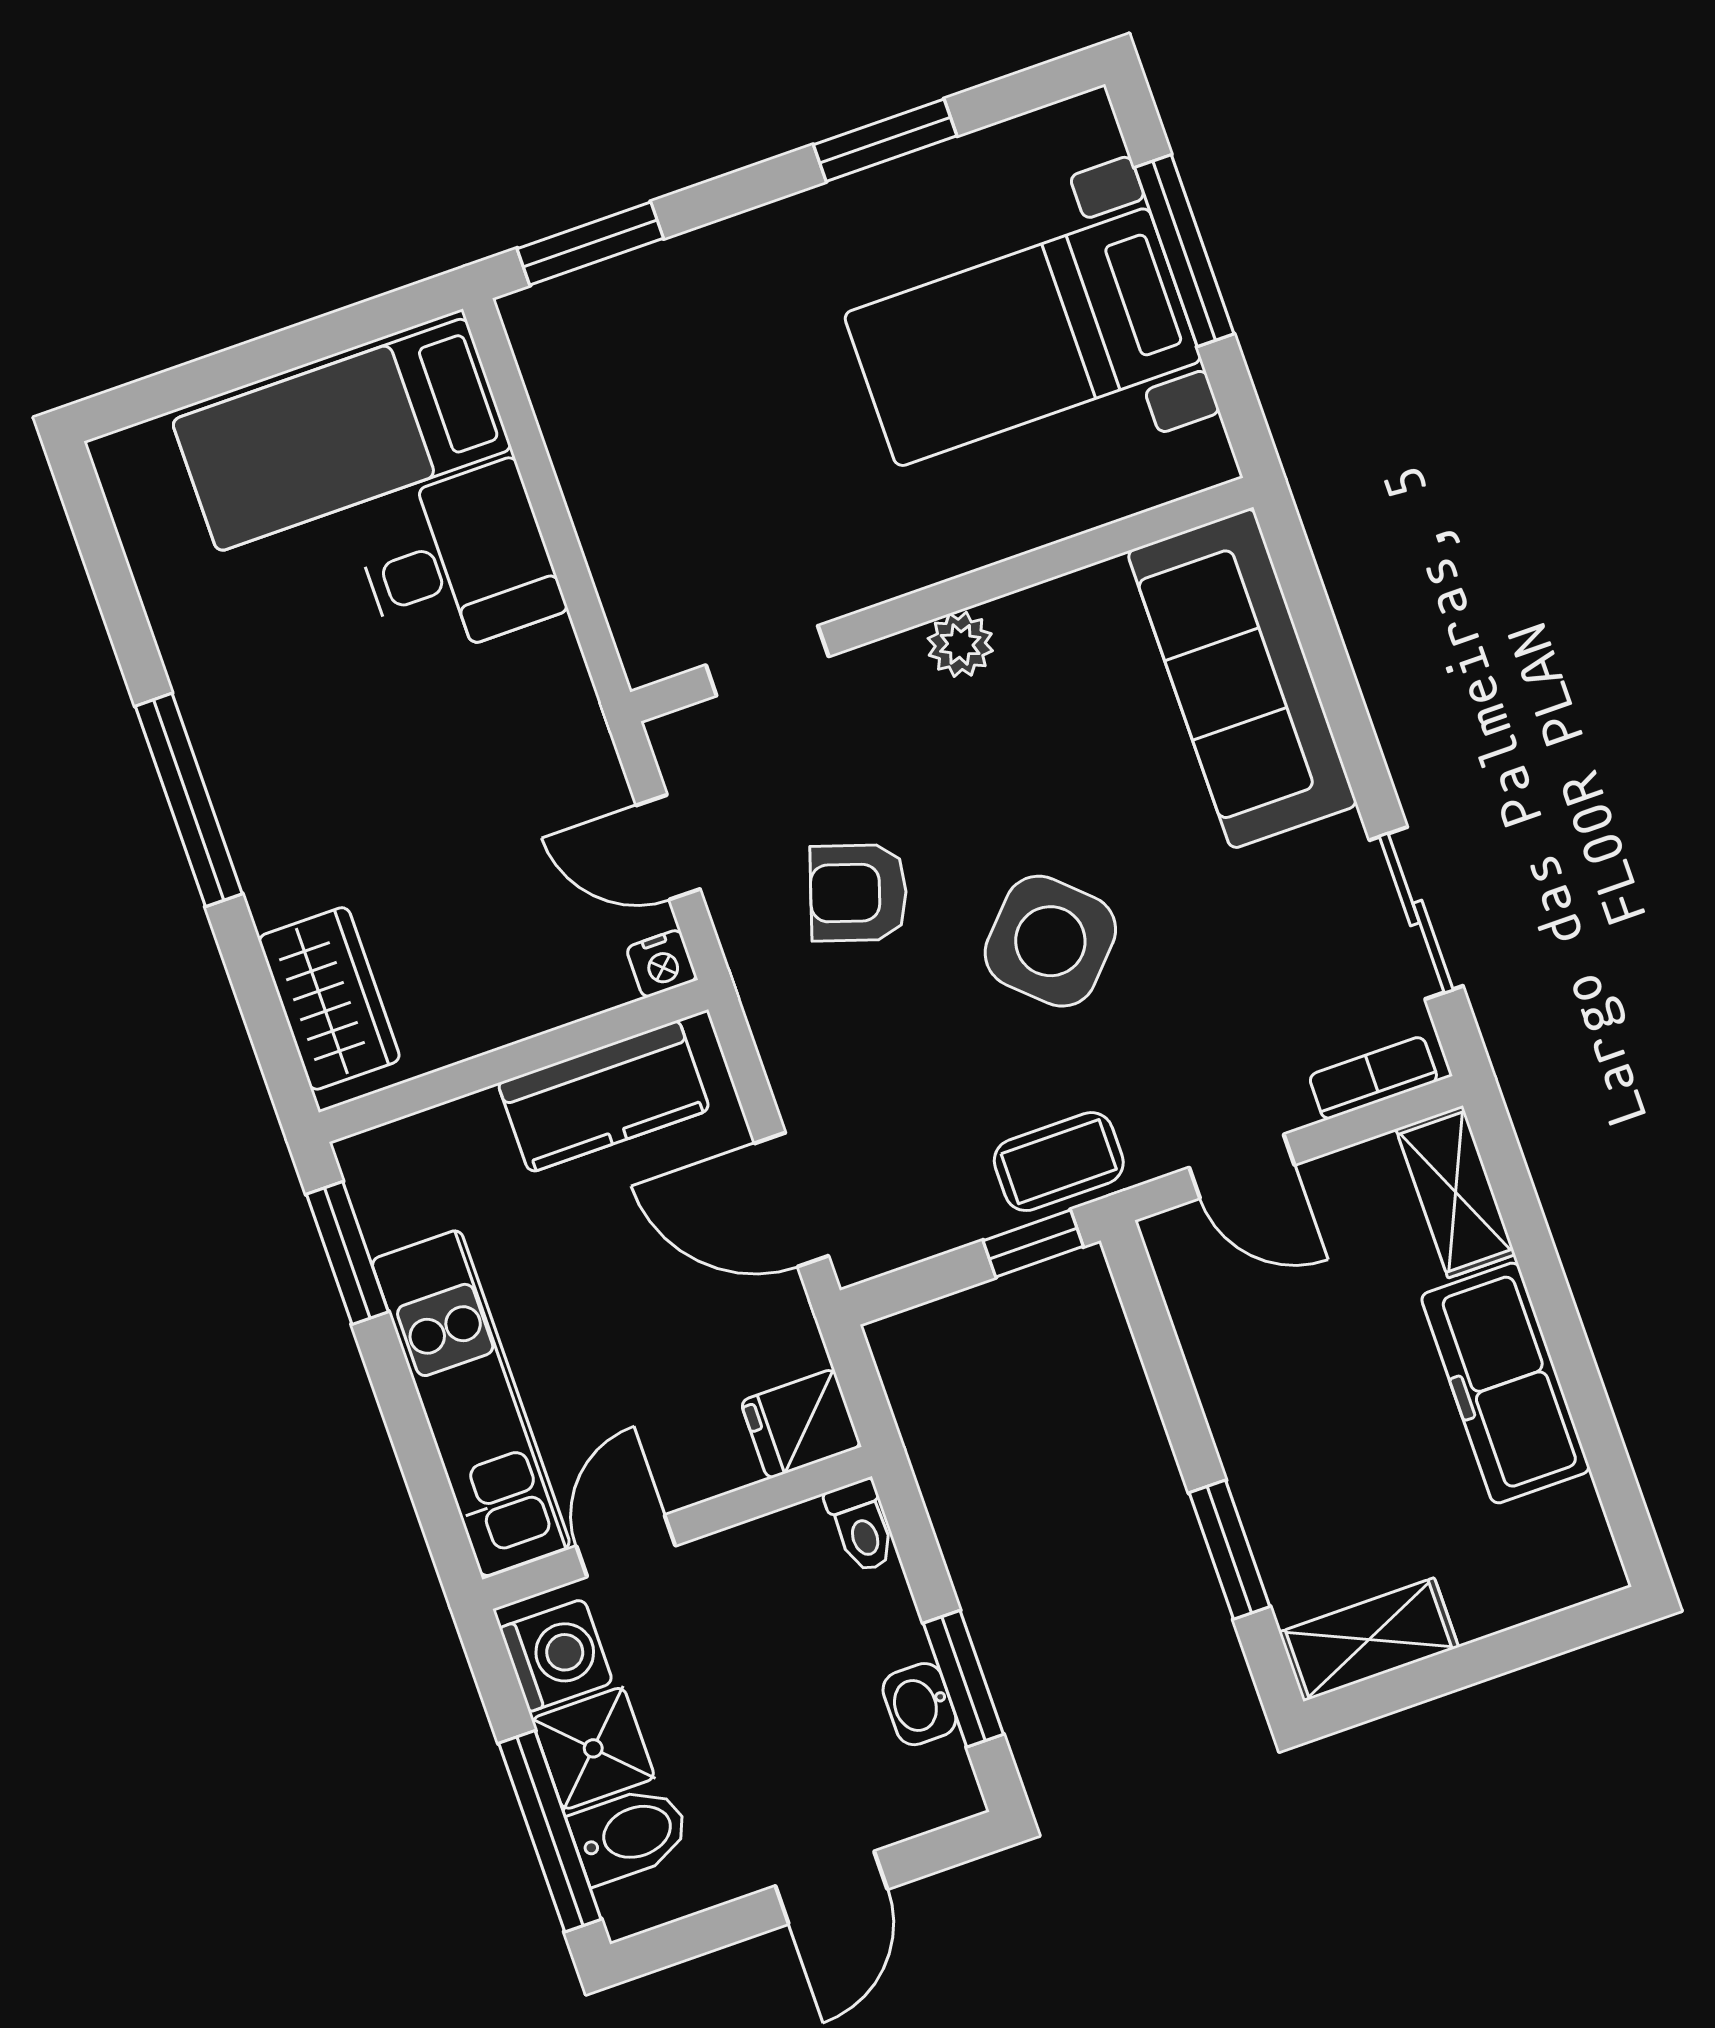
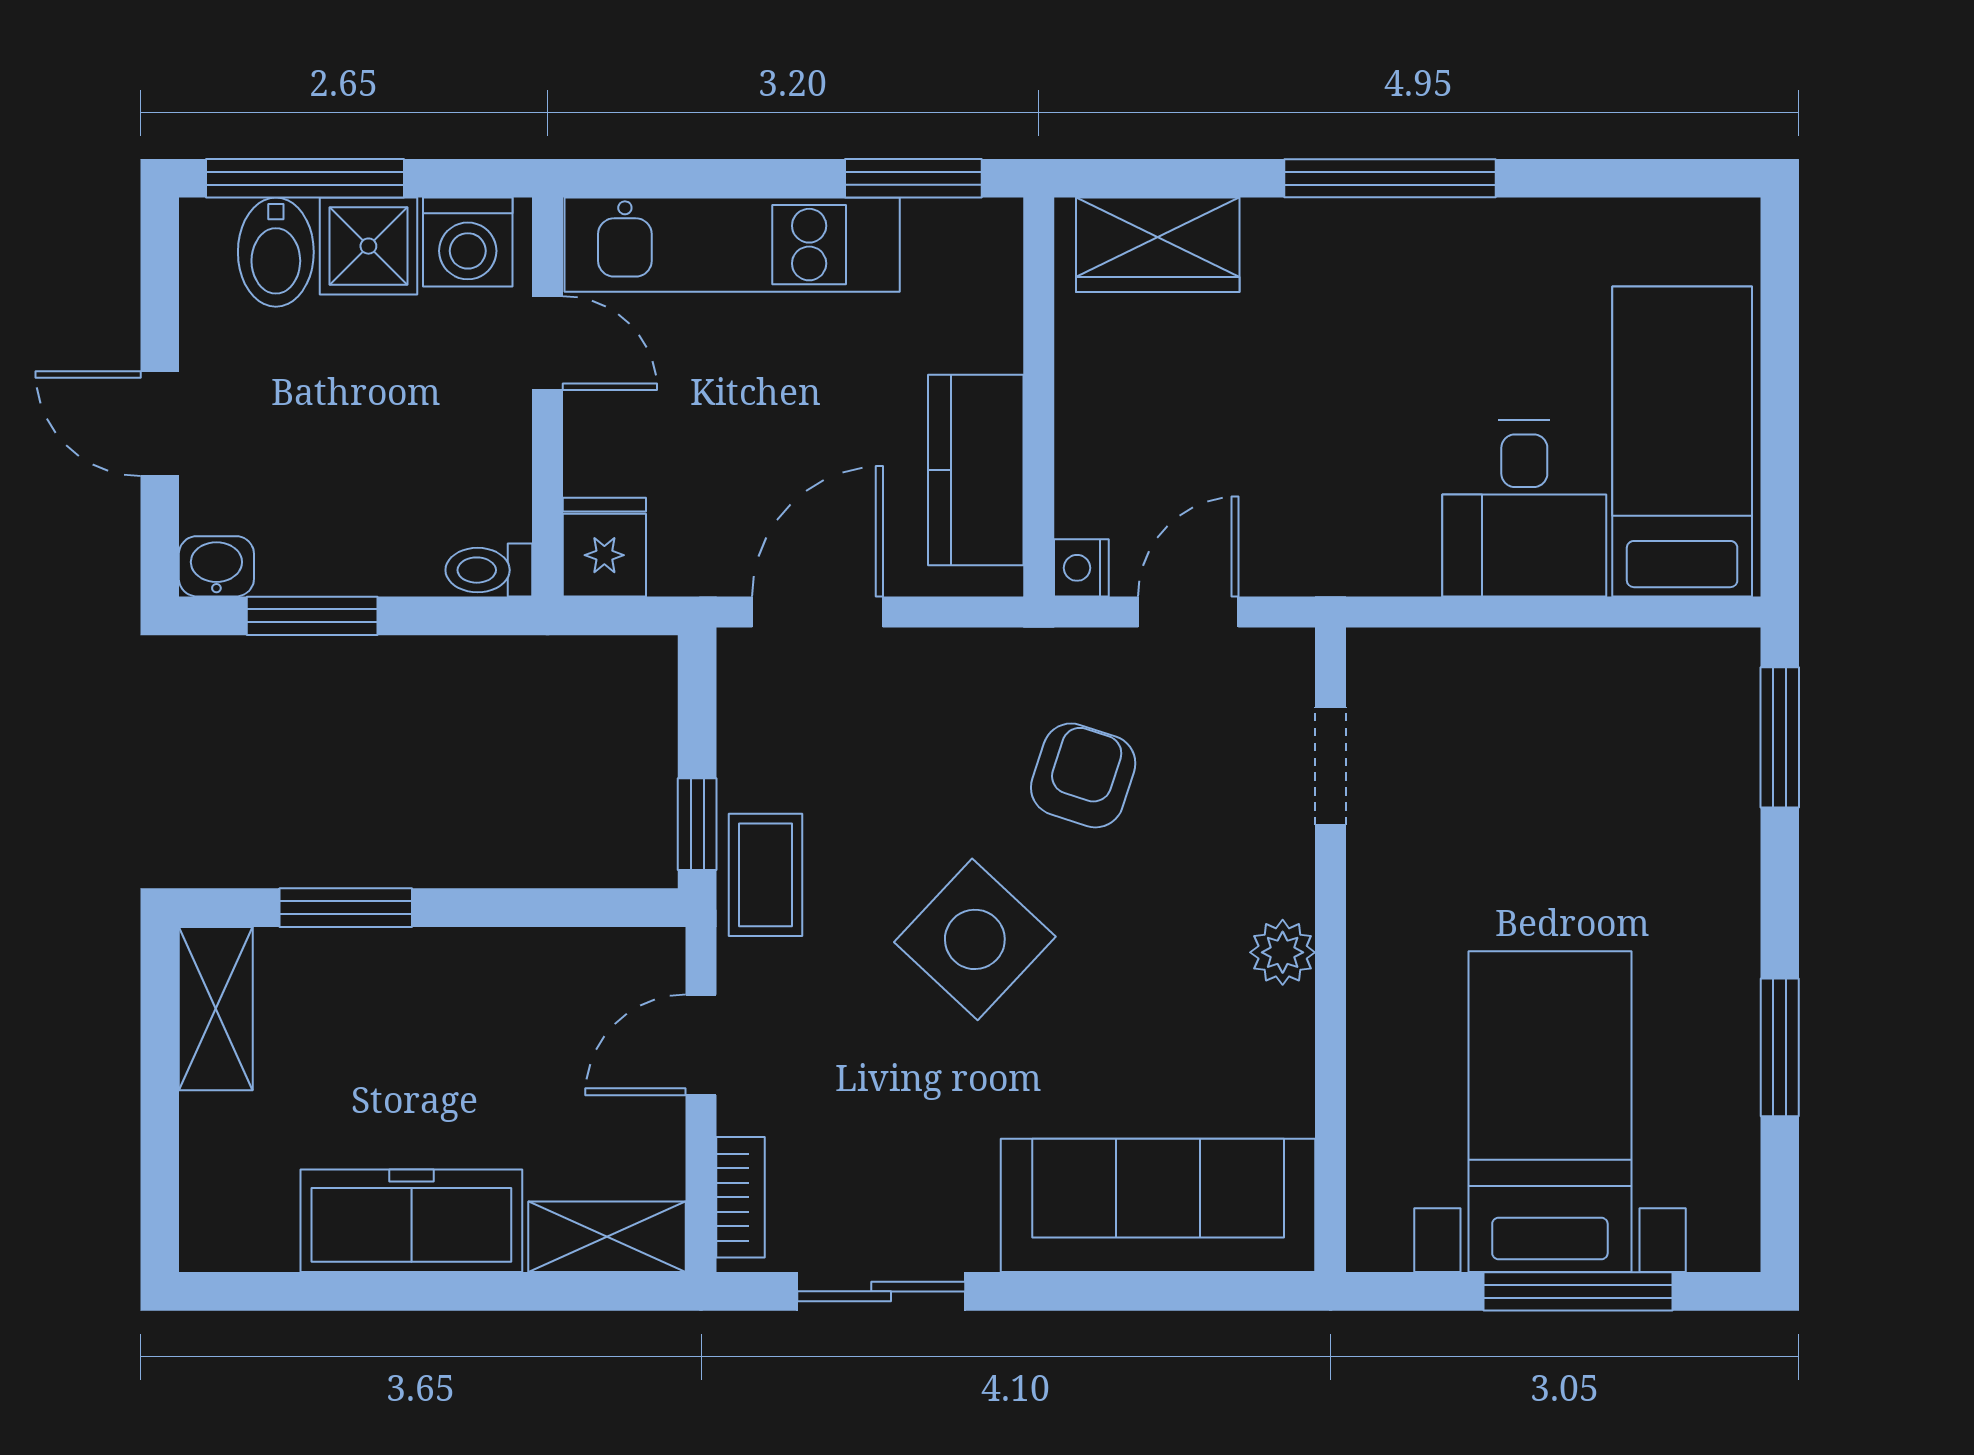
washbasin: (919, 1704) -> (216, 566), moved

